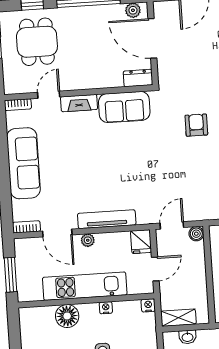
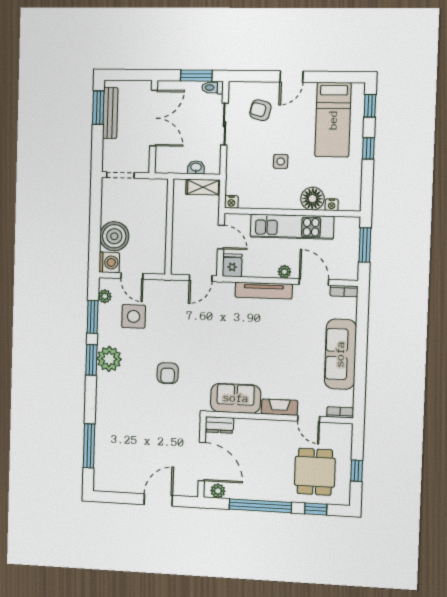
door: (49, 95) -> (309, 419), hinge flipped
boiler: (196, 234) -> (178, 268), removed
door: (155, 269) -> (221, 237), swing flipped
nightstand: (106, 308) -> (332, 205), moved

